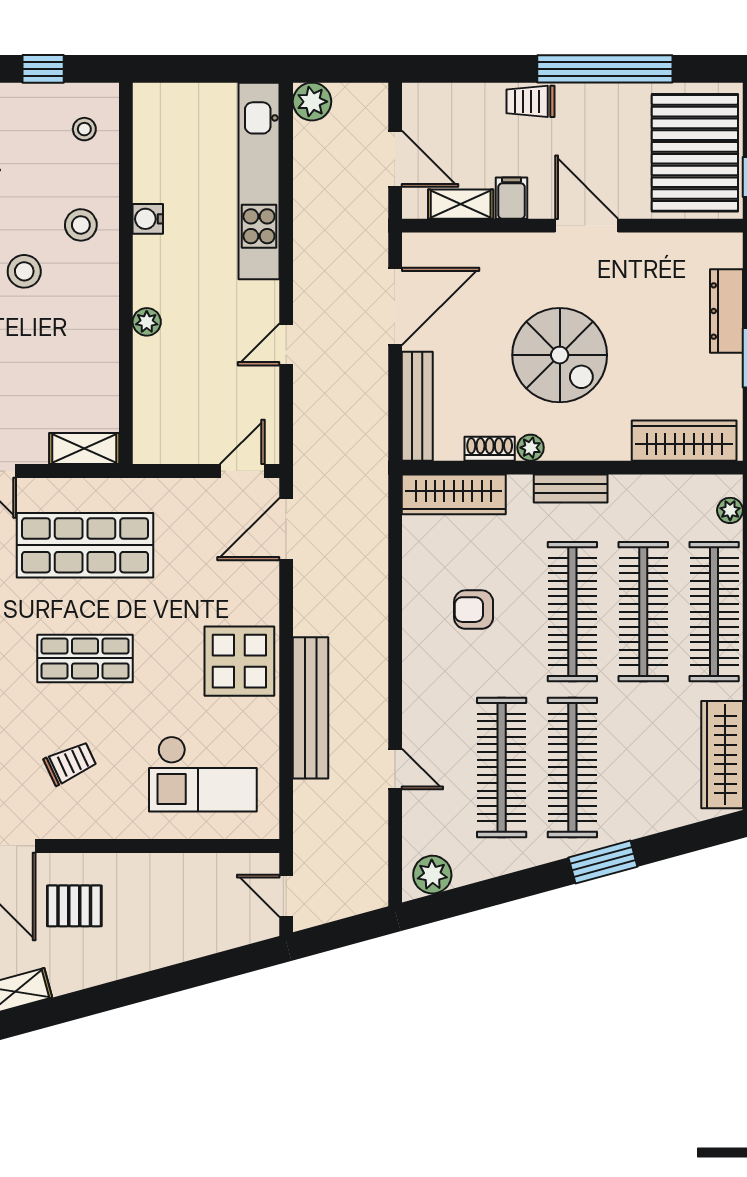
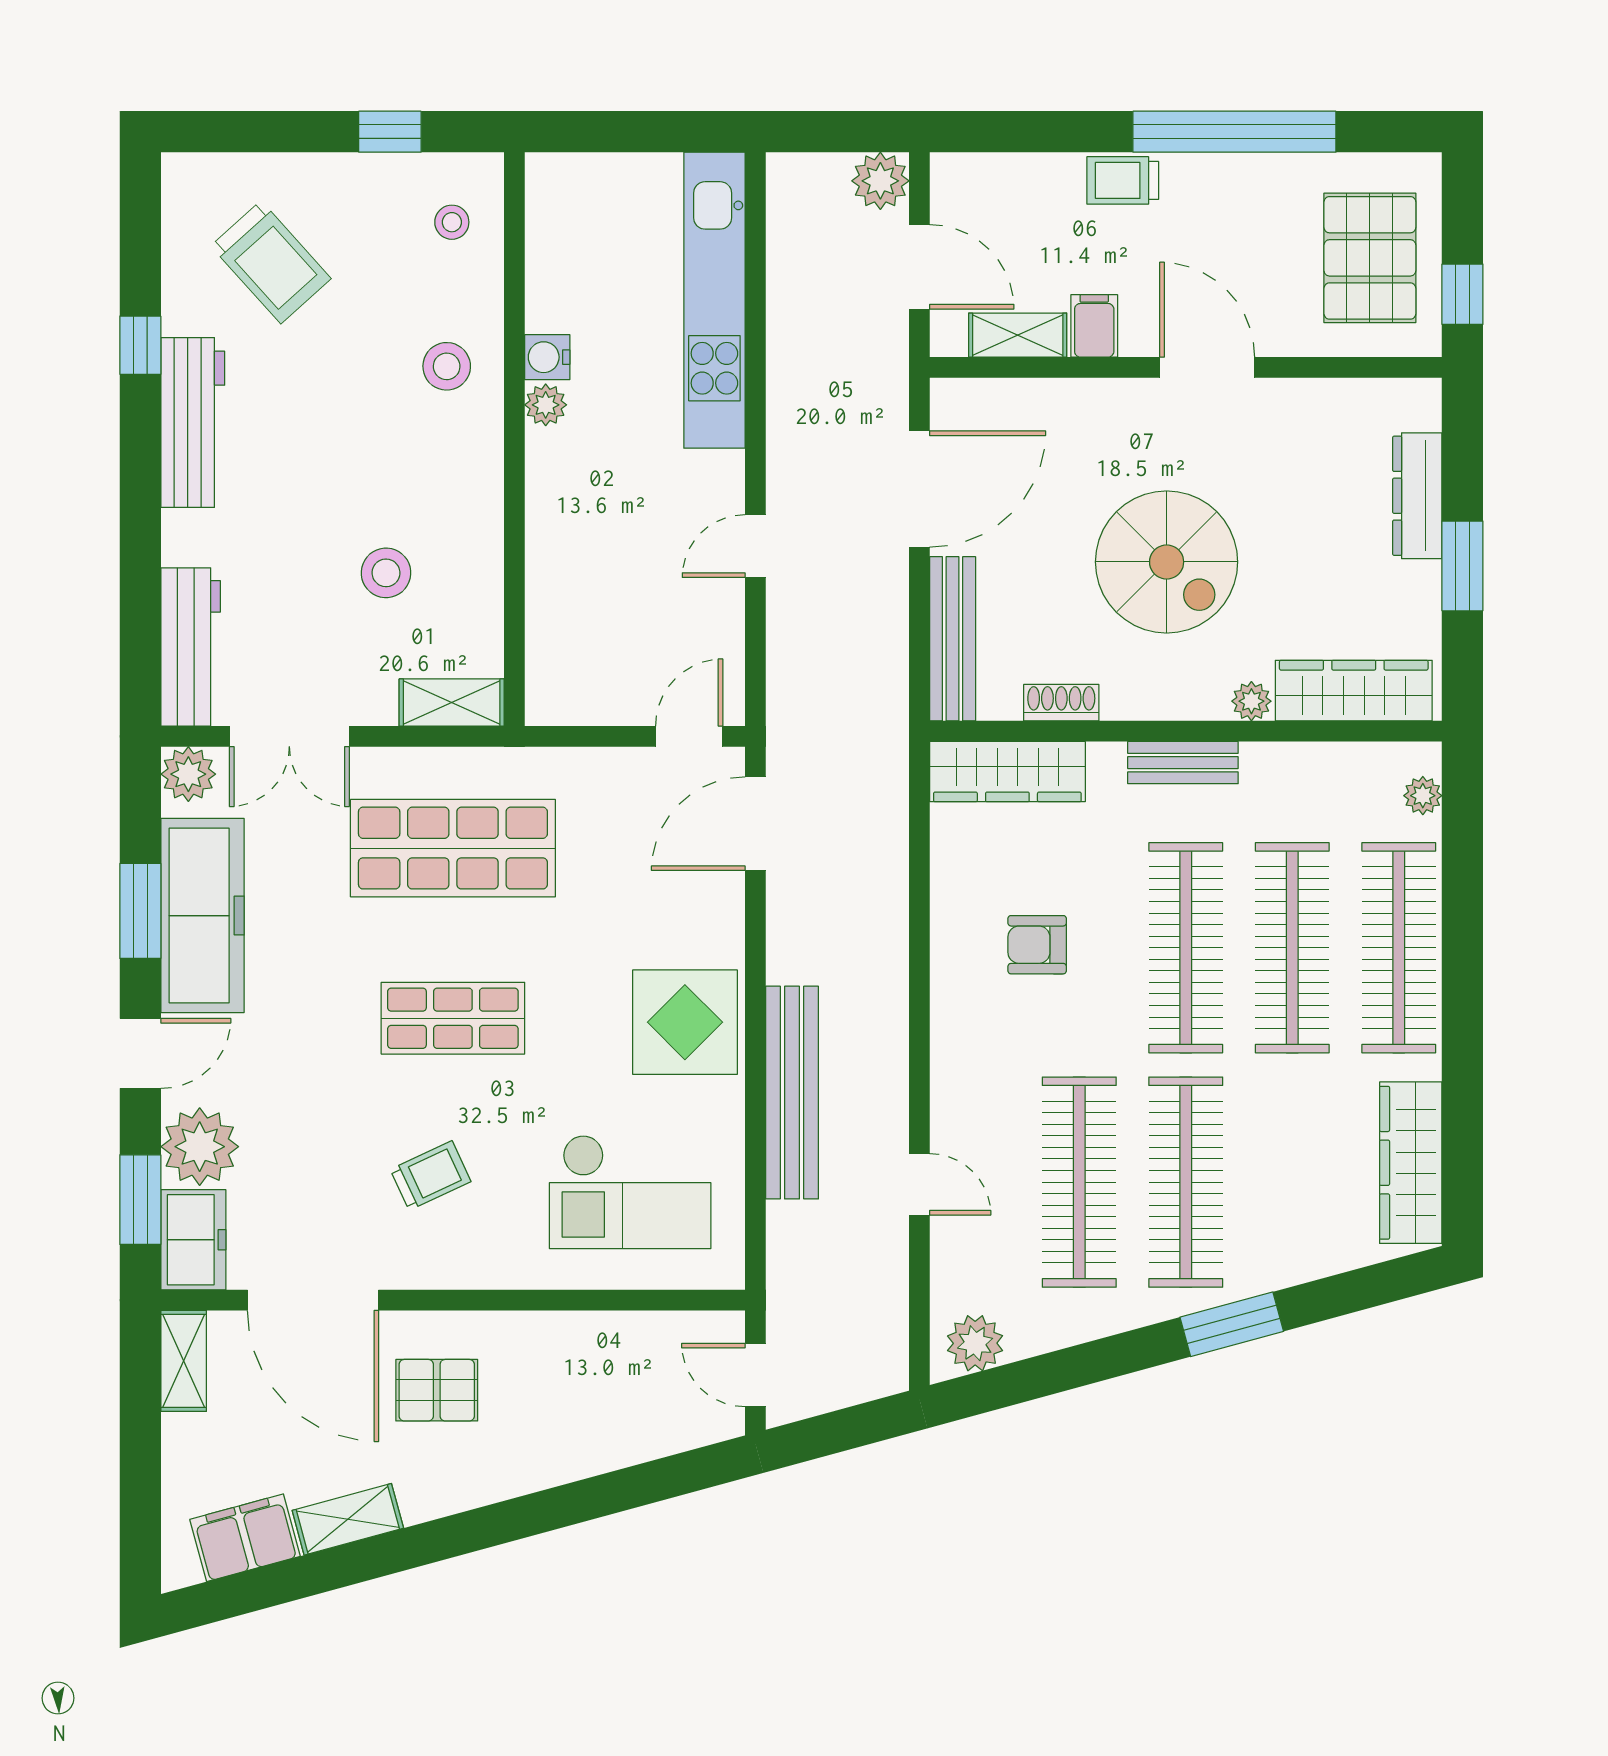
plant: (312, 102) -> (880, 181), moved
pallet: (695, 153) -> (1370, 258), width x0.73, depth x0.71
stool: (24, 271) -> (386, 573), moved
plant: (147, 322) -> (546, 405), moved
plant: (531, 448) -> (1251, 701), moved

